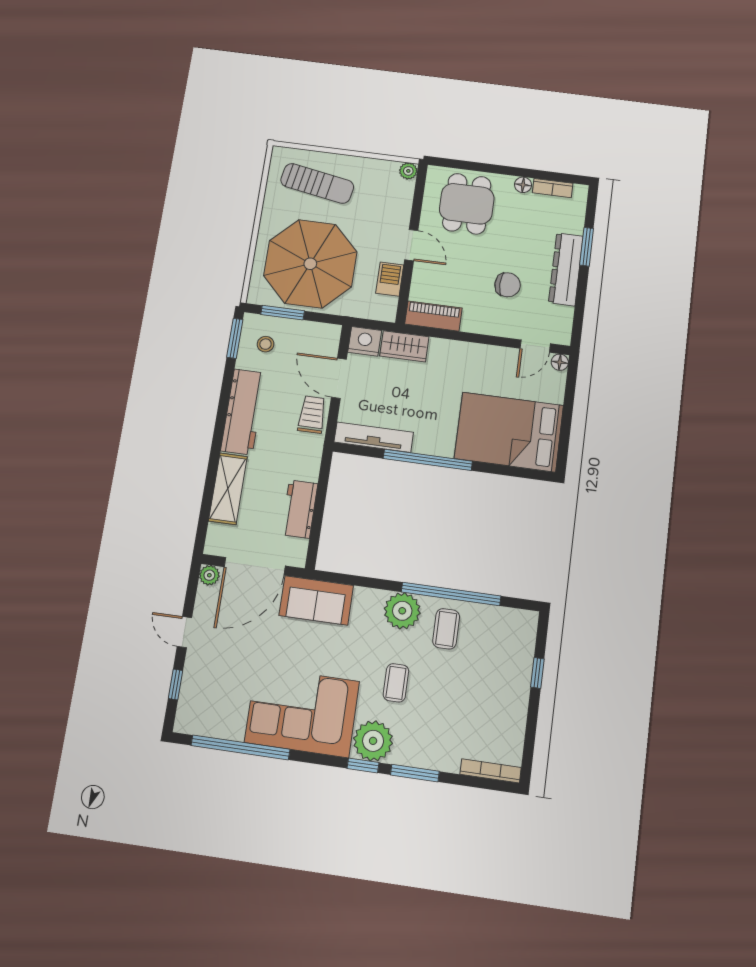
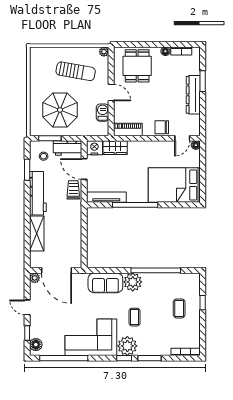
sun lounger: (317, 183) -> (76, 71), moved
parasol: (310, 264) -> (60, 110), width x0.73, depth x0.73
chair: (508, 285) -> (162, 127), moved, turned 180
window: (235, 338) -> (27, 170), moved
workbench: (299, 509) -> (67, 148), moved, turned -90
door: (255, 566) -> (57, 270), hinge flipped
sofa: (316, 600) -> (105, 283), moved
coffee table: (446, 629) -> (179, 308), moved
floor lamp: (189, 711) -> (36, 345), added

